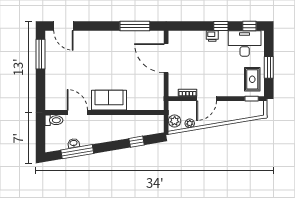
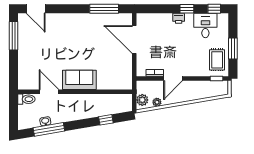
desk: (245, 43) -> (205, 25), width x0.73

